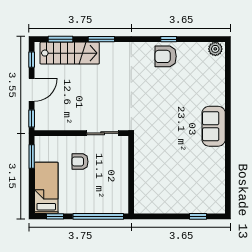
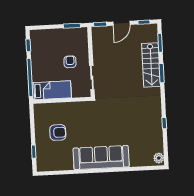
stairs: (70, 53) -> (151, 65), moved
armchair: (166, 56) -> (58, 132), moved, turned 90
door: (32, 90) -> (121, 23), hinge flipped
sofa: (214, 126) -> (101, 157), width x1.85, depth x1.27
bed: (46, 188) -> (52, 90), moved

